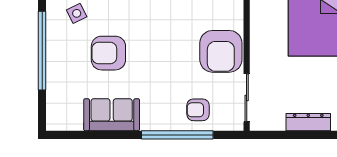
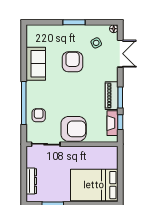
window: (42, 51) -> (74, 22), width x0.47
armchair: (221, 51) -> (74, 129), turned 180

